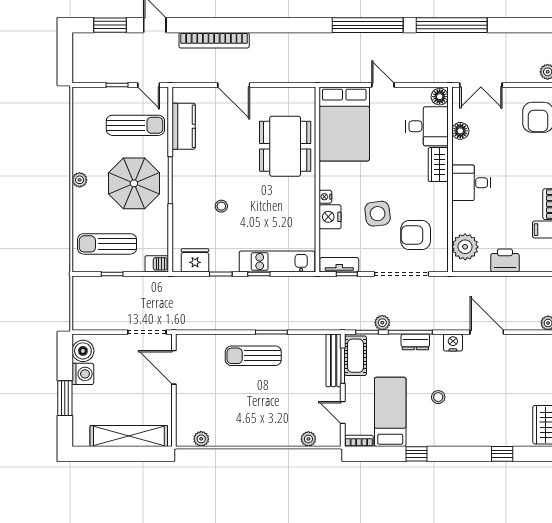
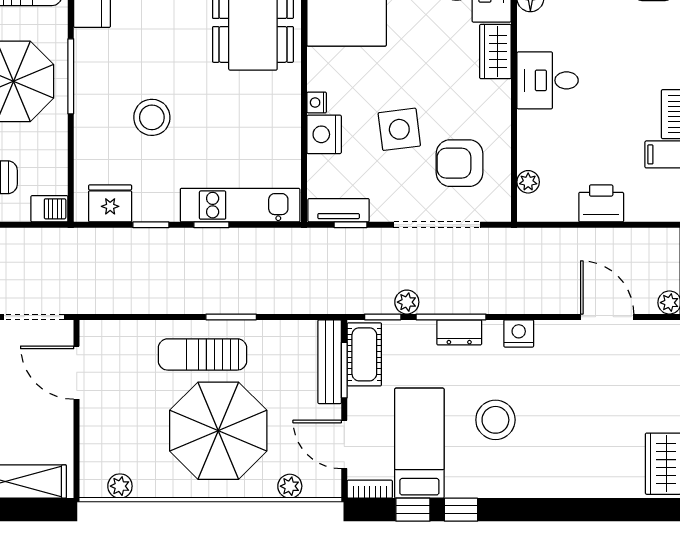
stool: (221, 206) -> (152, 117), width x1.89, depth x1.89
plant: (465, 247) -> (528, 182), width x0.53, depth x0.53
door: (487, 332) -> (607, 317), moved
stool: (438, 397) -> (495, 420), width x1.89, depth x1.89
parasol: (263, 404) -> (218, 431), added
door: (343, 413) -> (344, 444), width x1.38
window: (502, 454) -> (413, 510), moved

